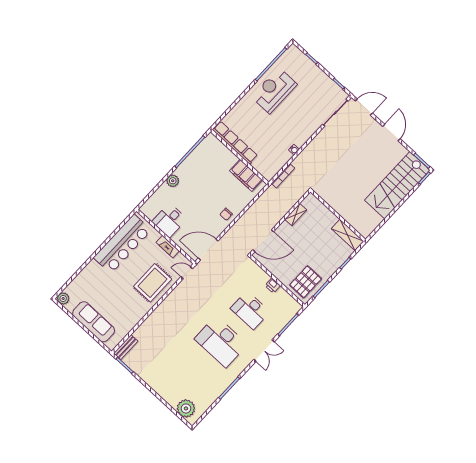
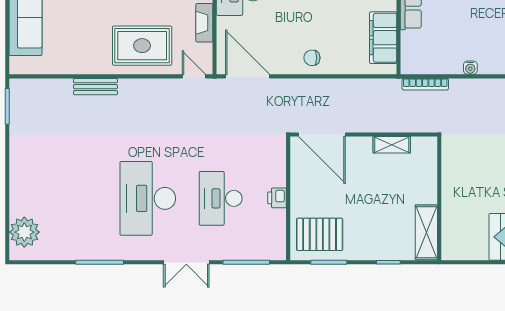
bench: (126, 347) -> (95, 87), moved

